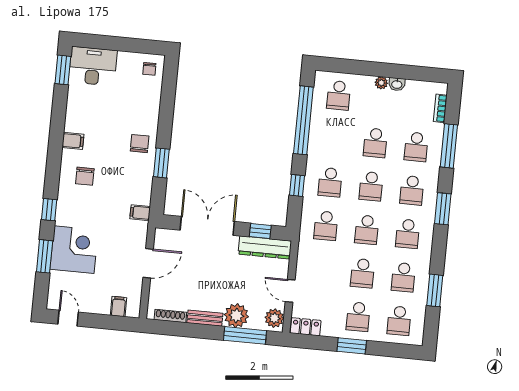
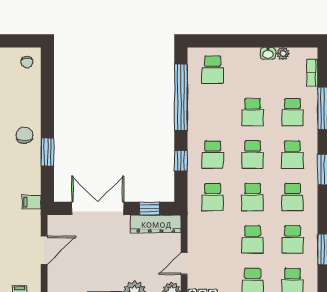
plant: (381, 83) -> (283, 54), moved
door: (290, 291) -> (184, 264), hinge flipped

